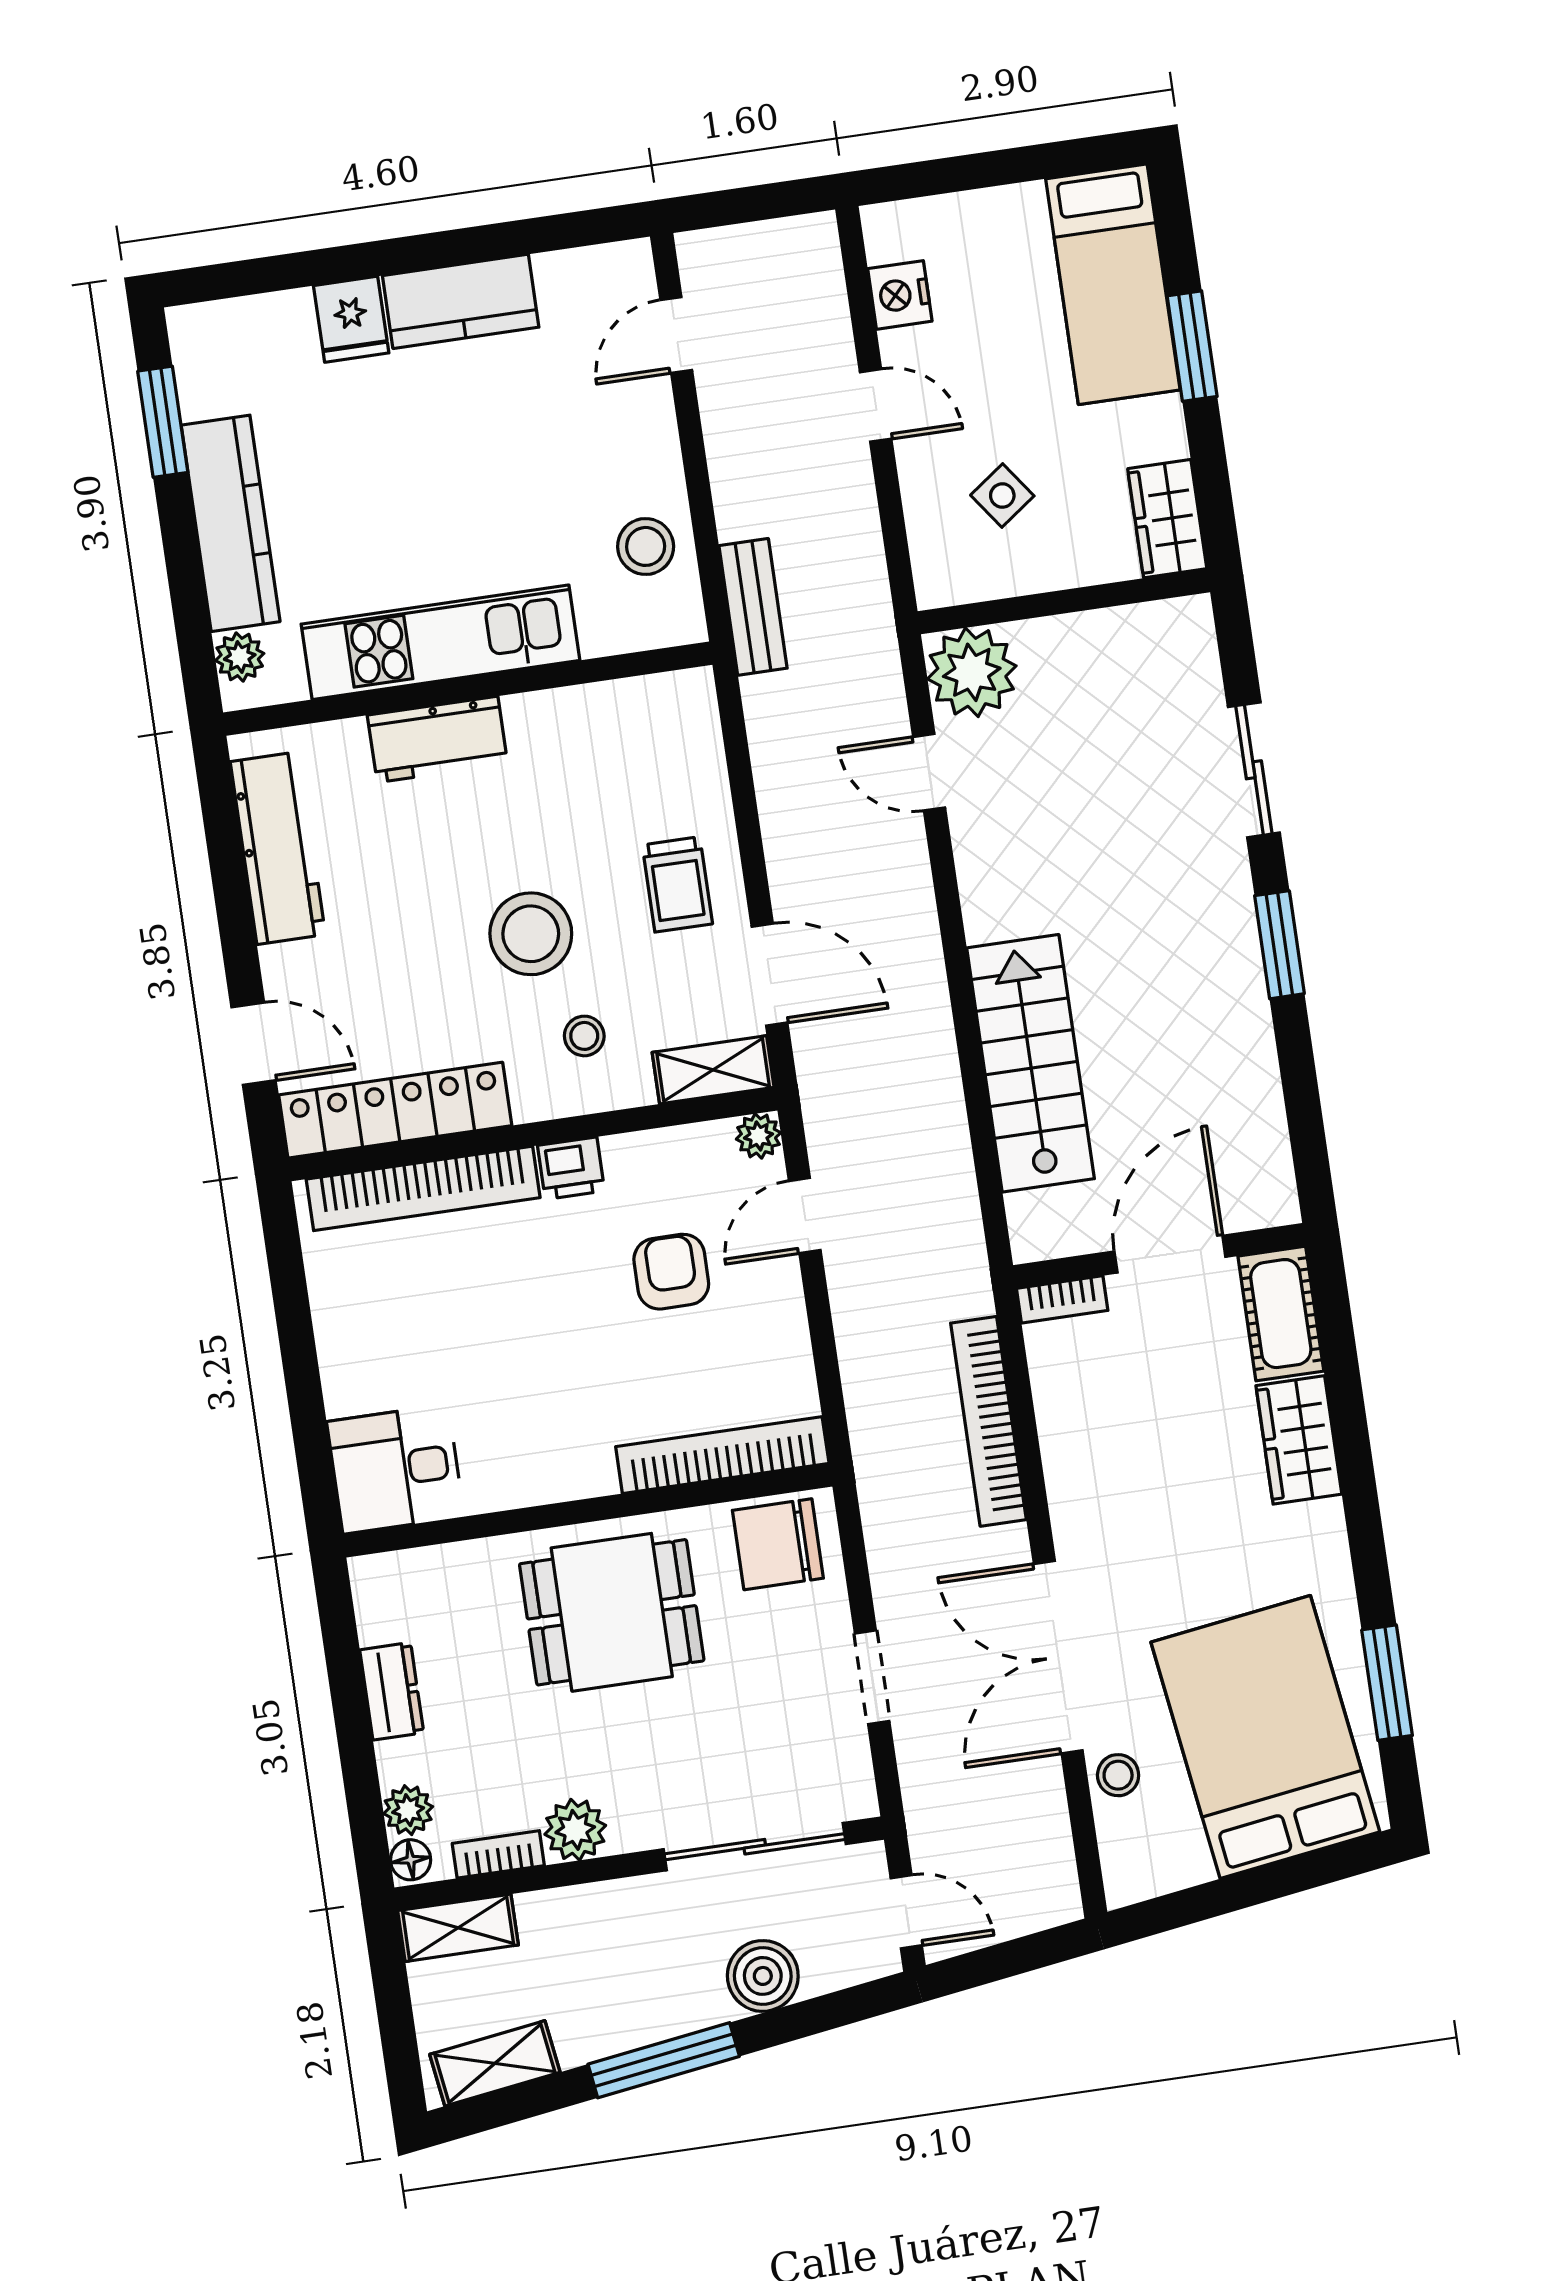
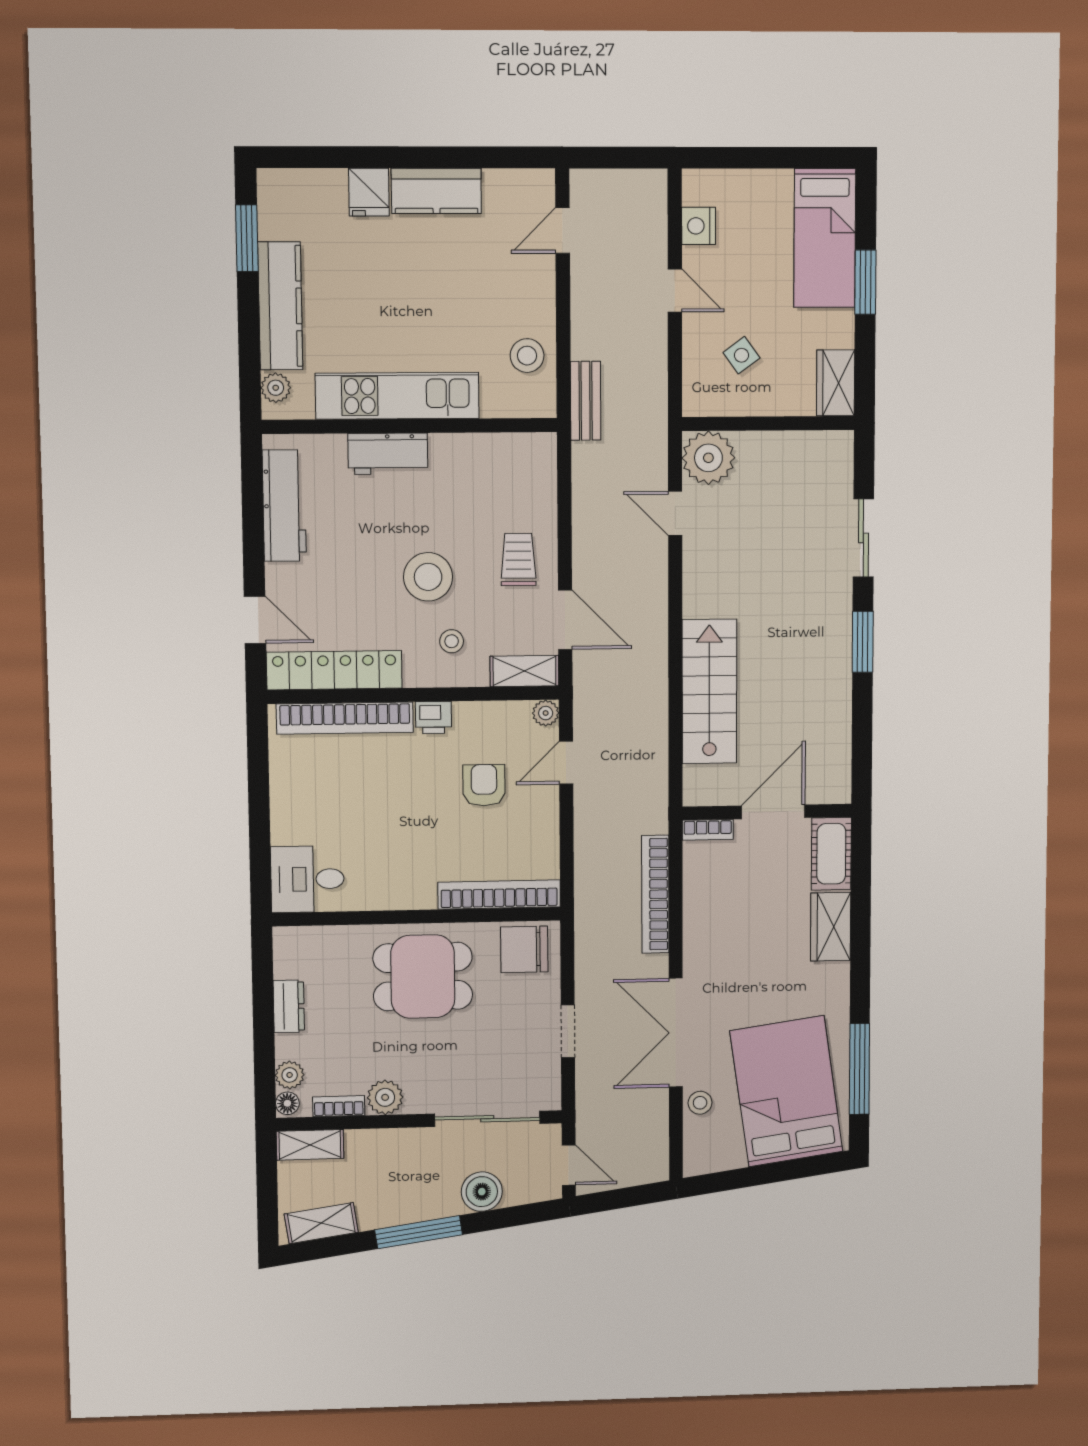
trolley: (677, 884) -> (518, 559), turned 180
window: (1387, 1683) -> (859, 1069), width x1.44

